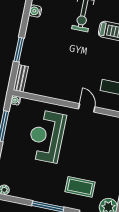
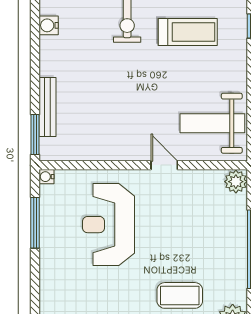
window: (19, 50) -> (35, 134), moved
bench: (21, 78) -> (47, 107), moved, width x1.36

